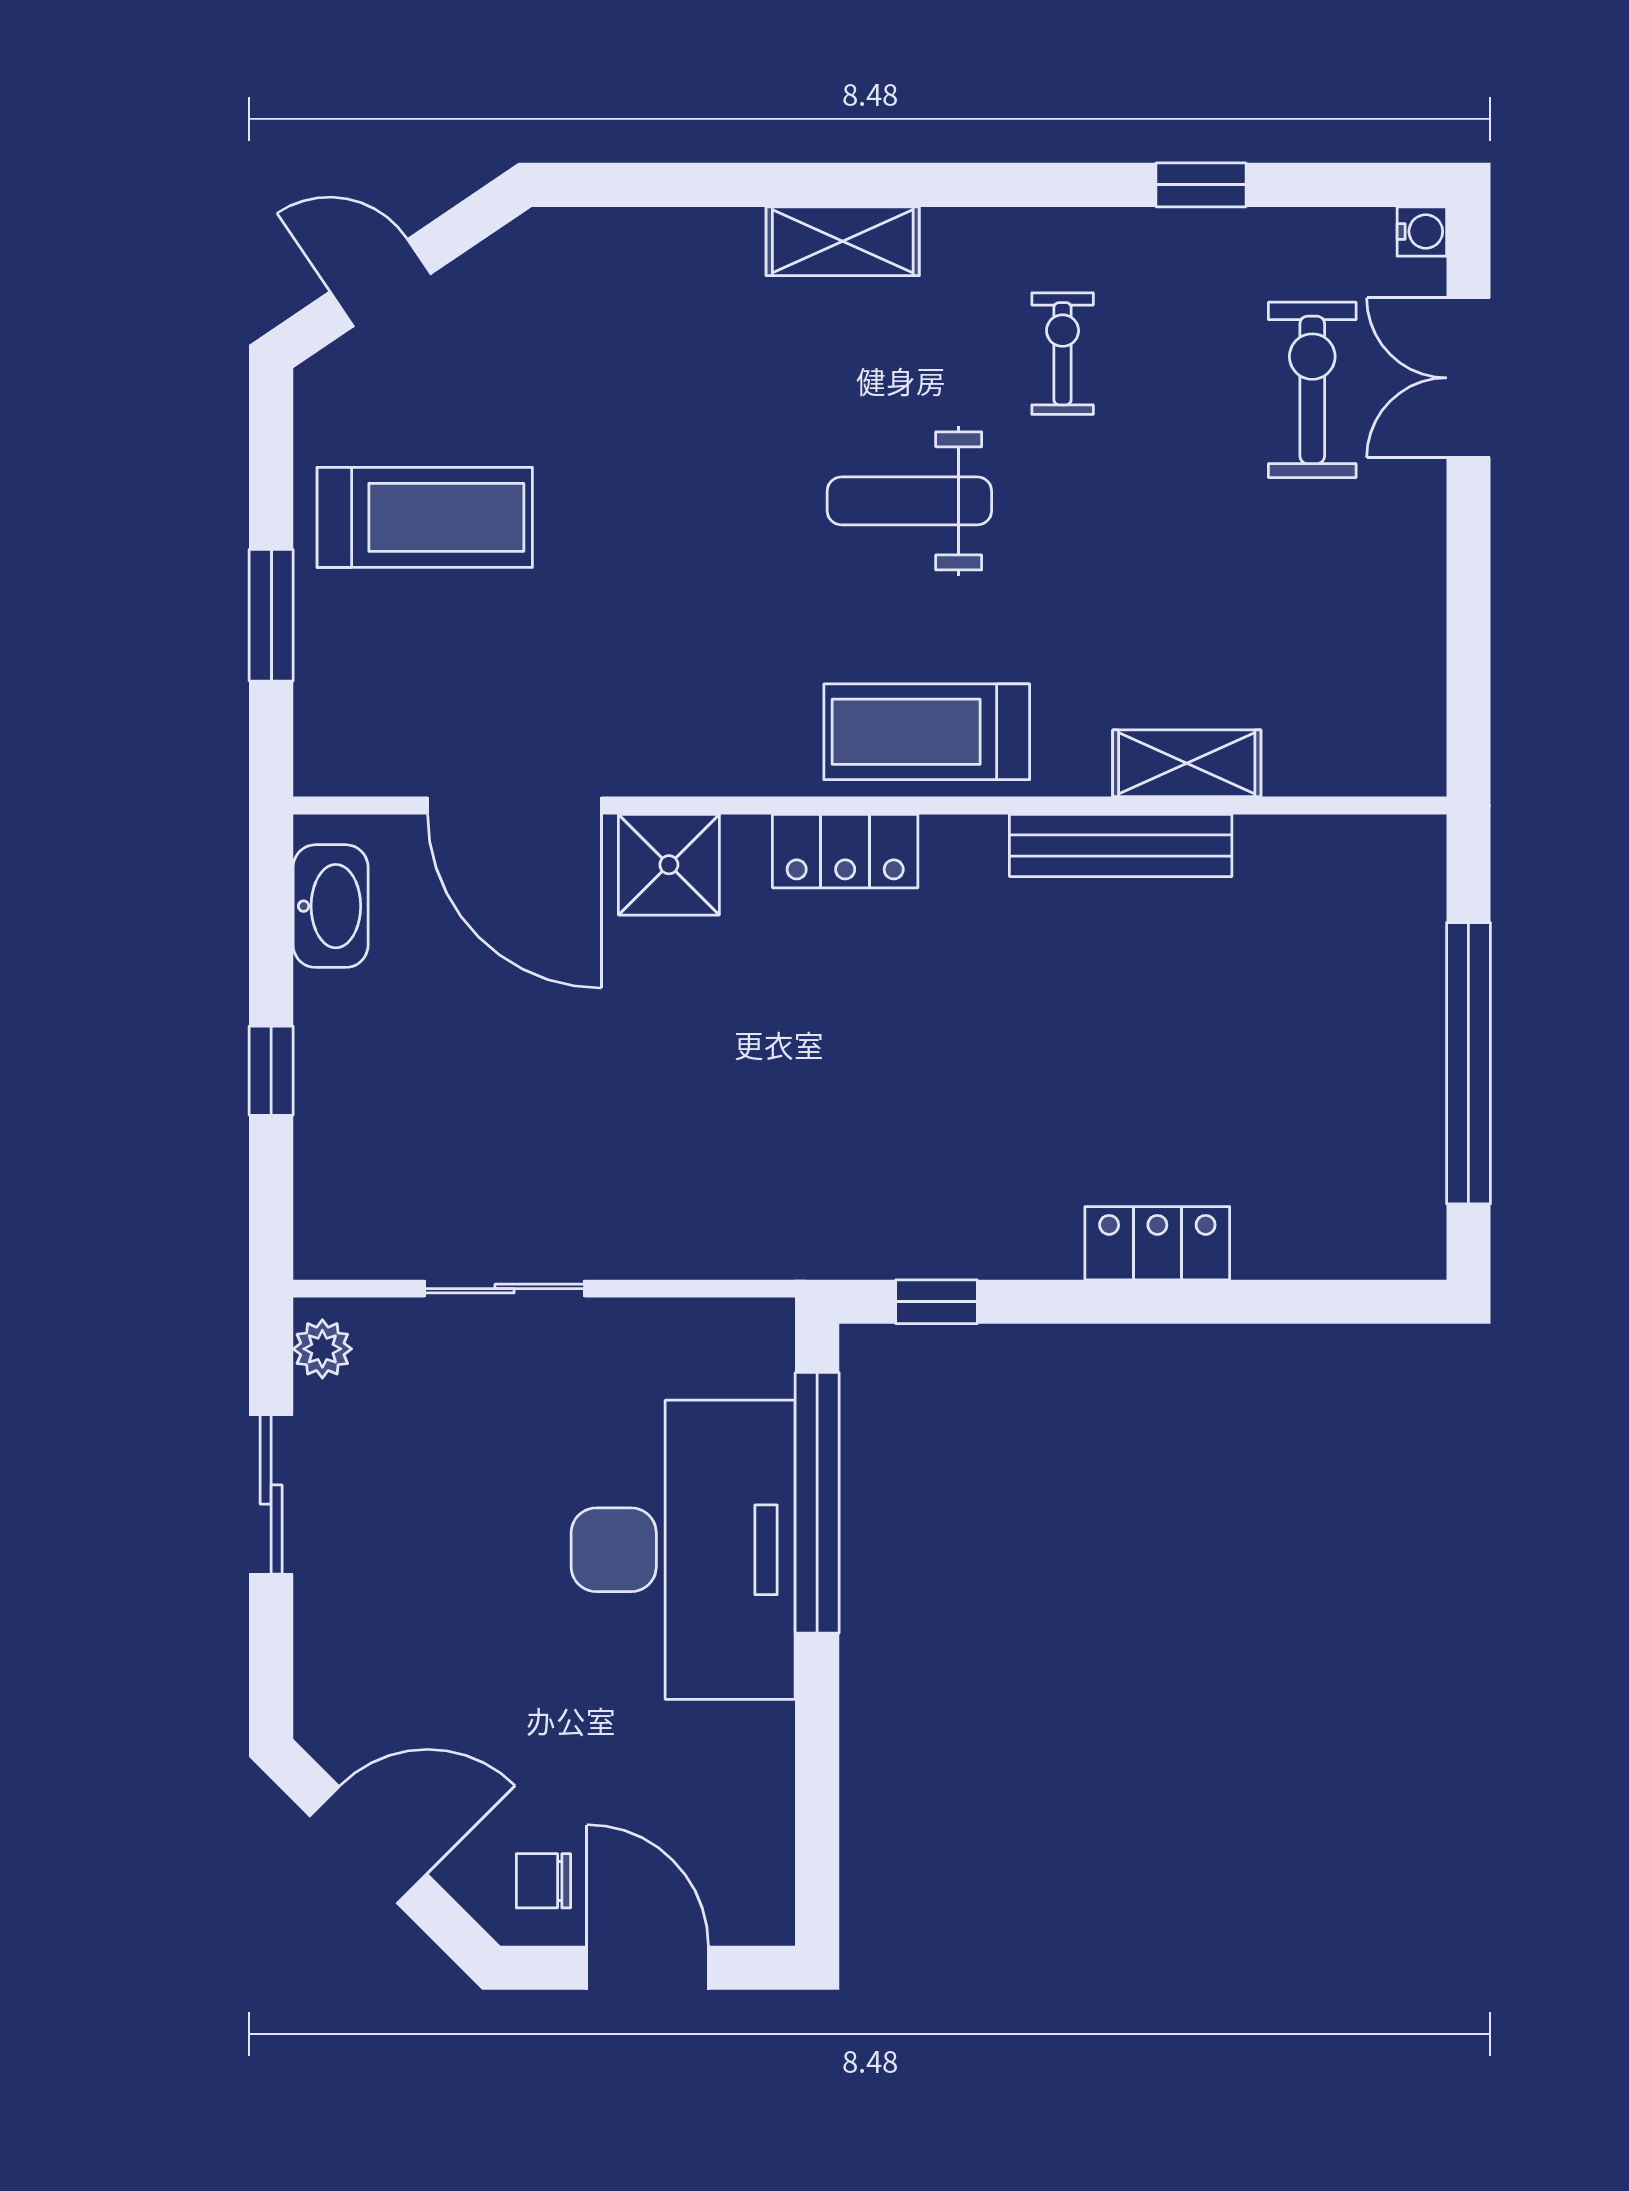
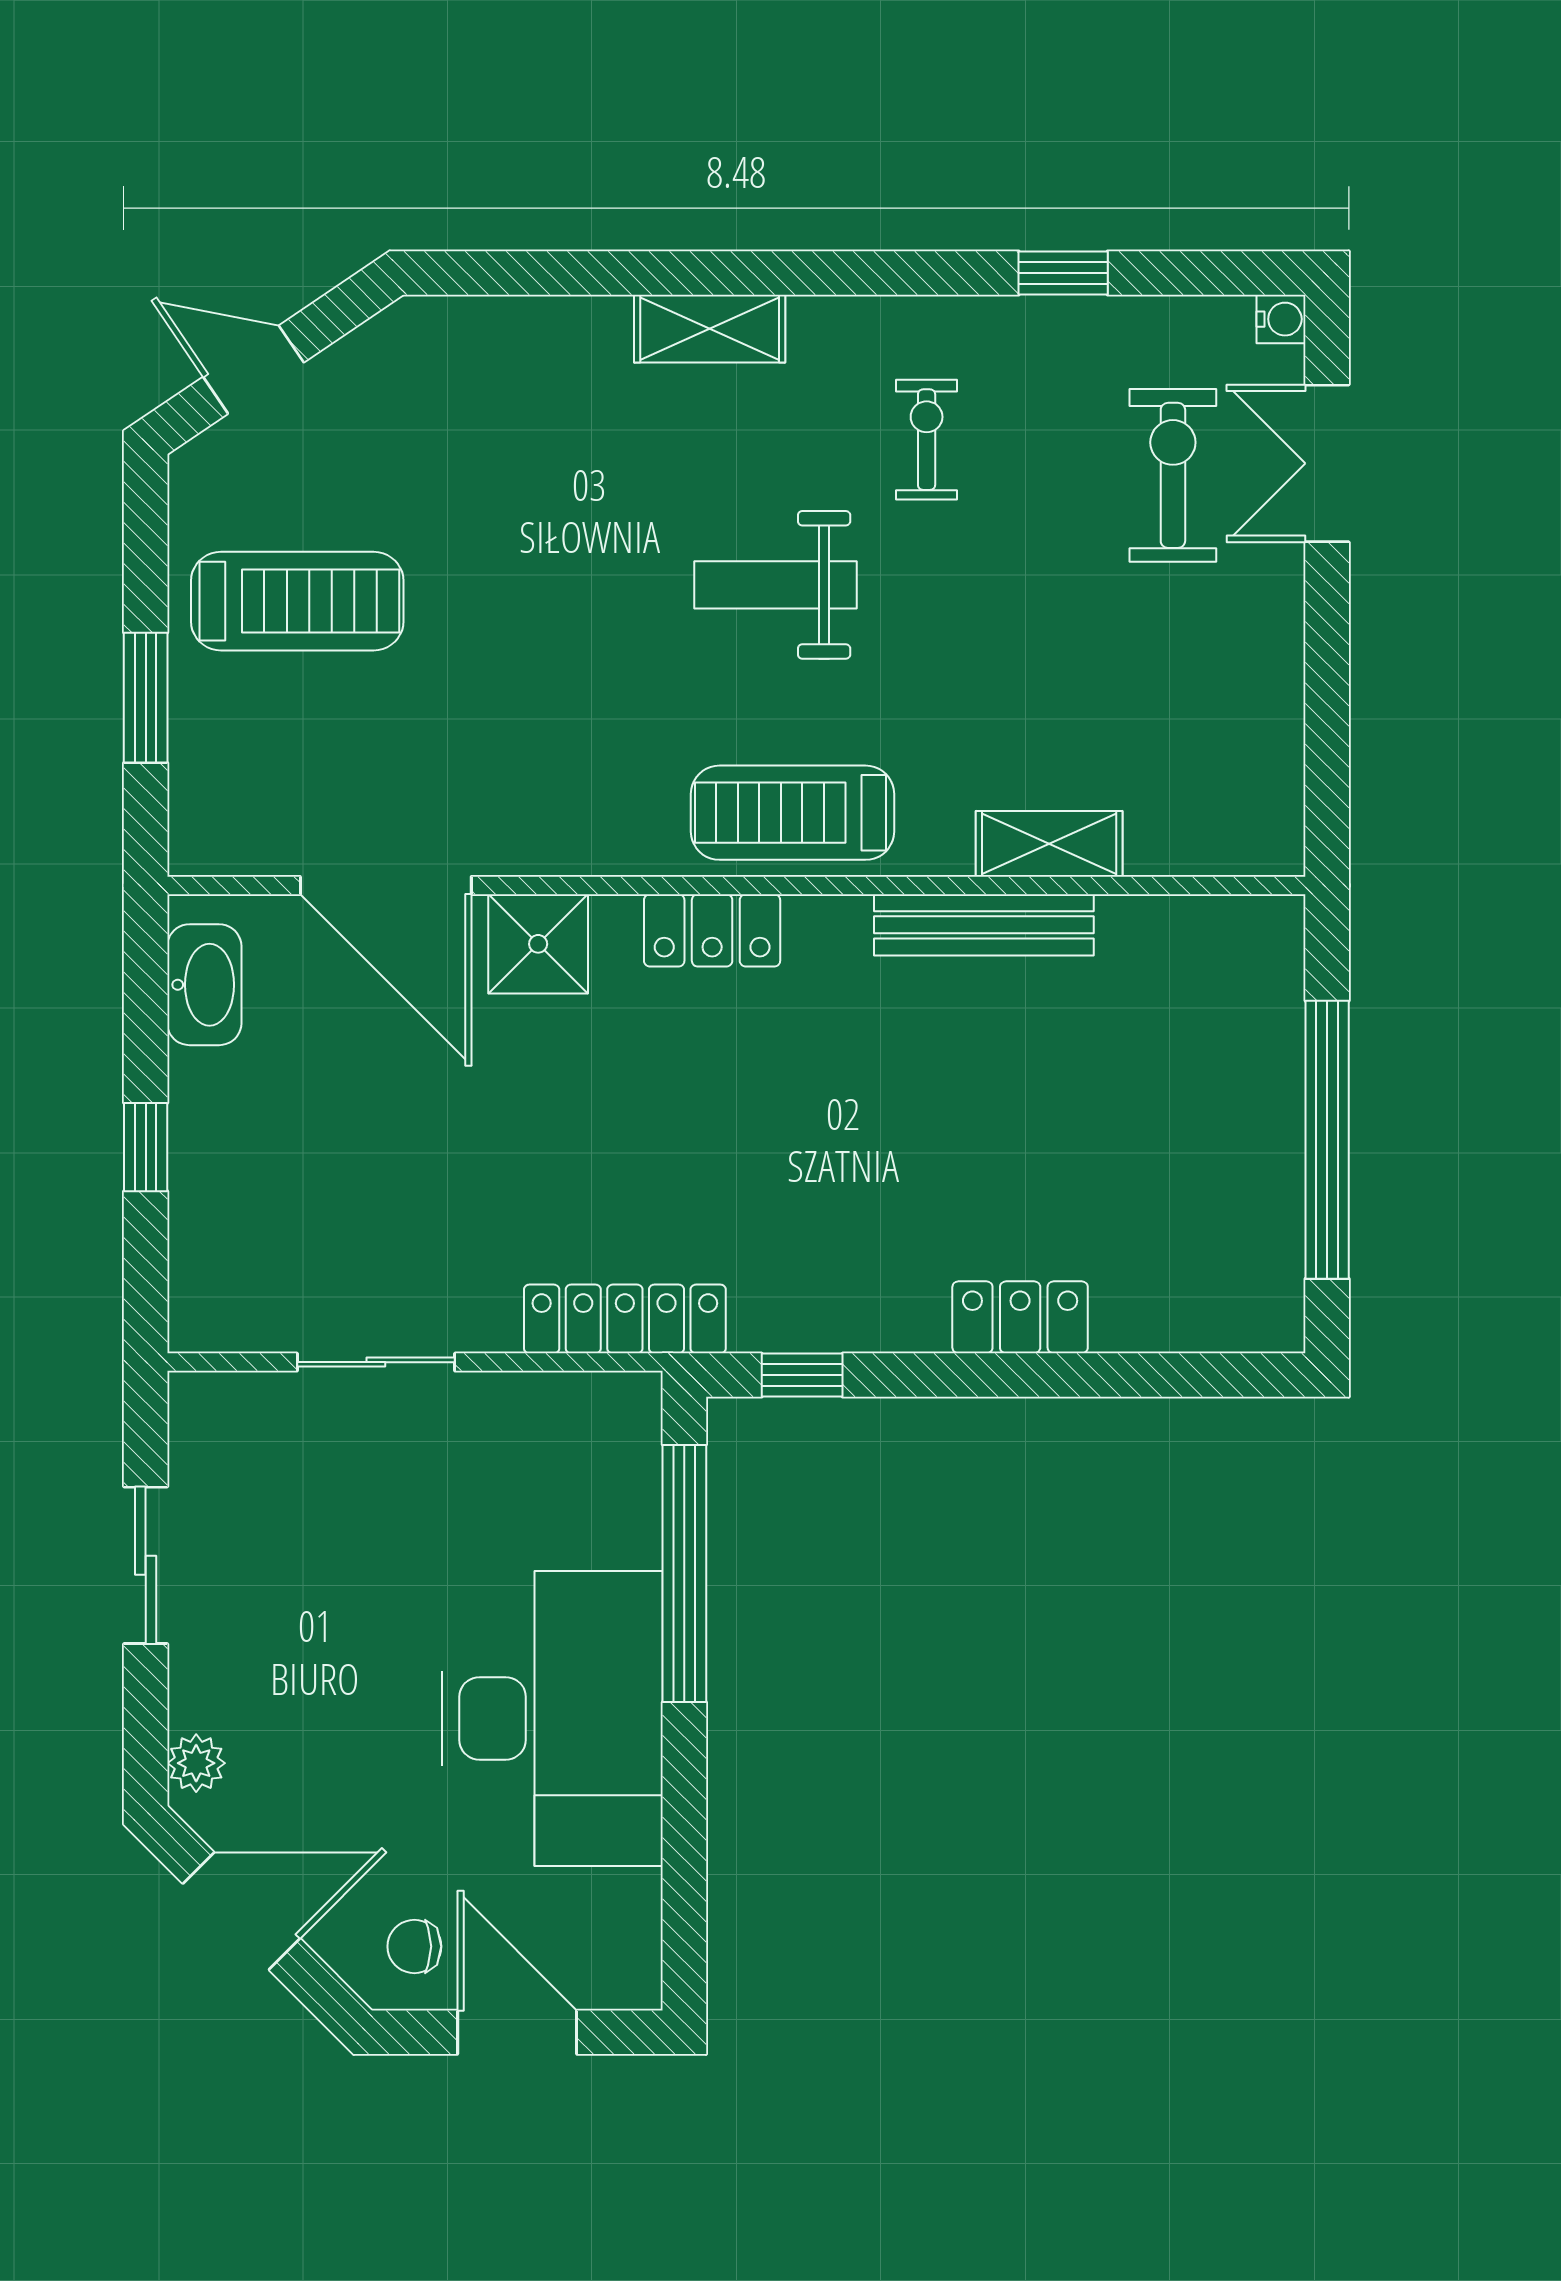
locker: (757, 1245) -> (625, 1319), added
plant: (322, 1349) -> (196, 1763), moved
desk: (683, 1550) -> (552, 1718), moved

